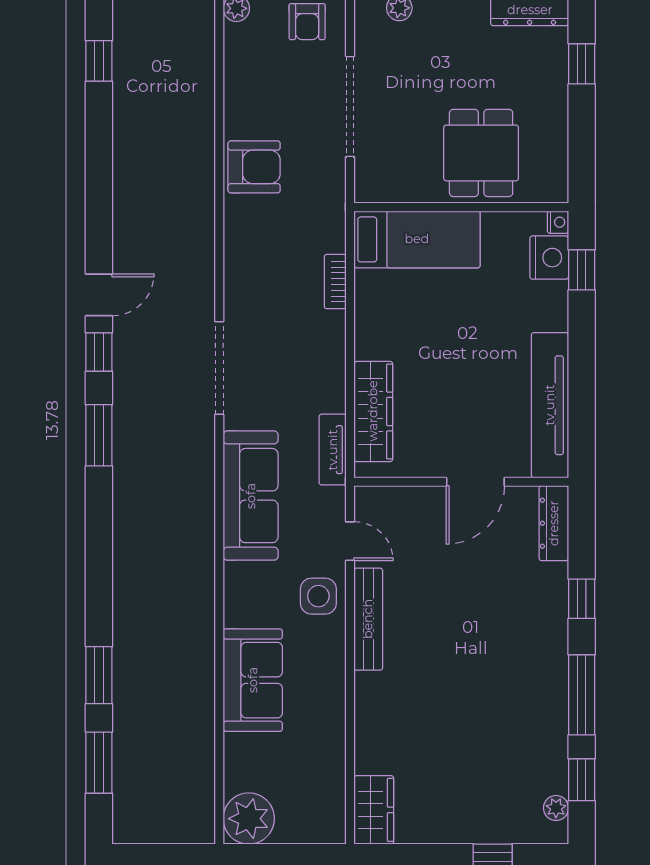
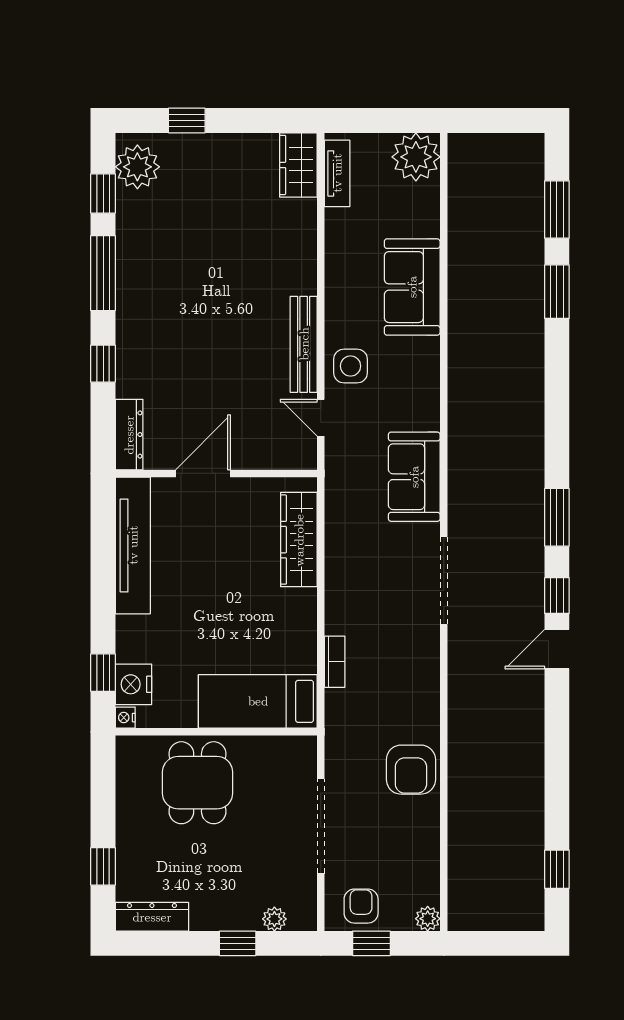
armchair: (254, 167) -> (411, 770), turned -90
tv unit: (333, 450) -> (337, 173), moved
sofa: (251, 496) -> (414, 477), width x0.73
plant: (556, 808) -> (137, 167), width x1.88, depth x1.88

